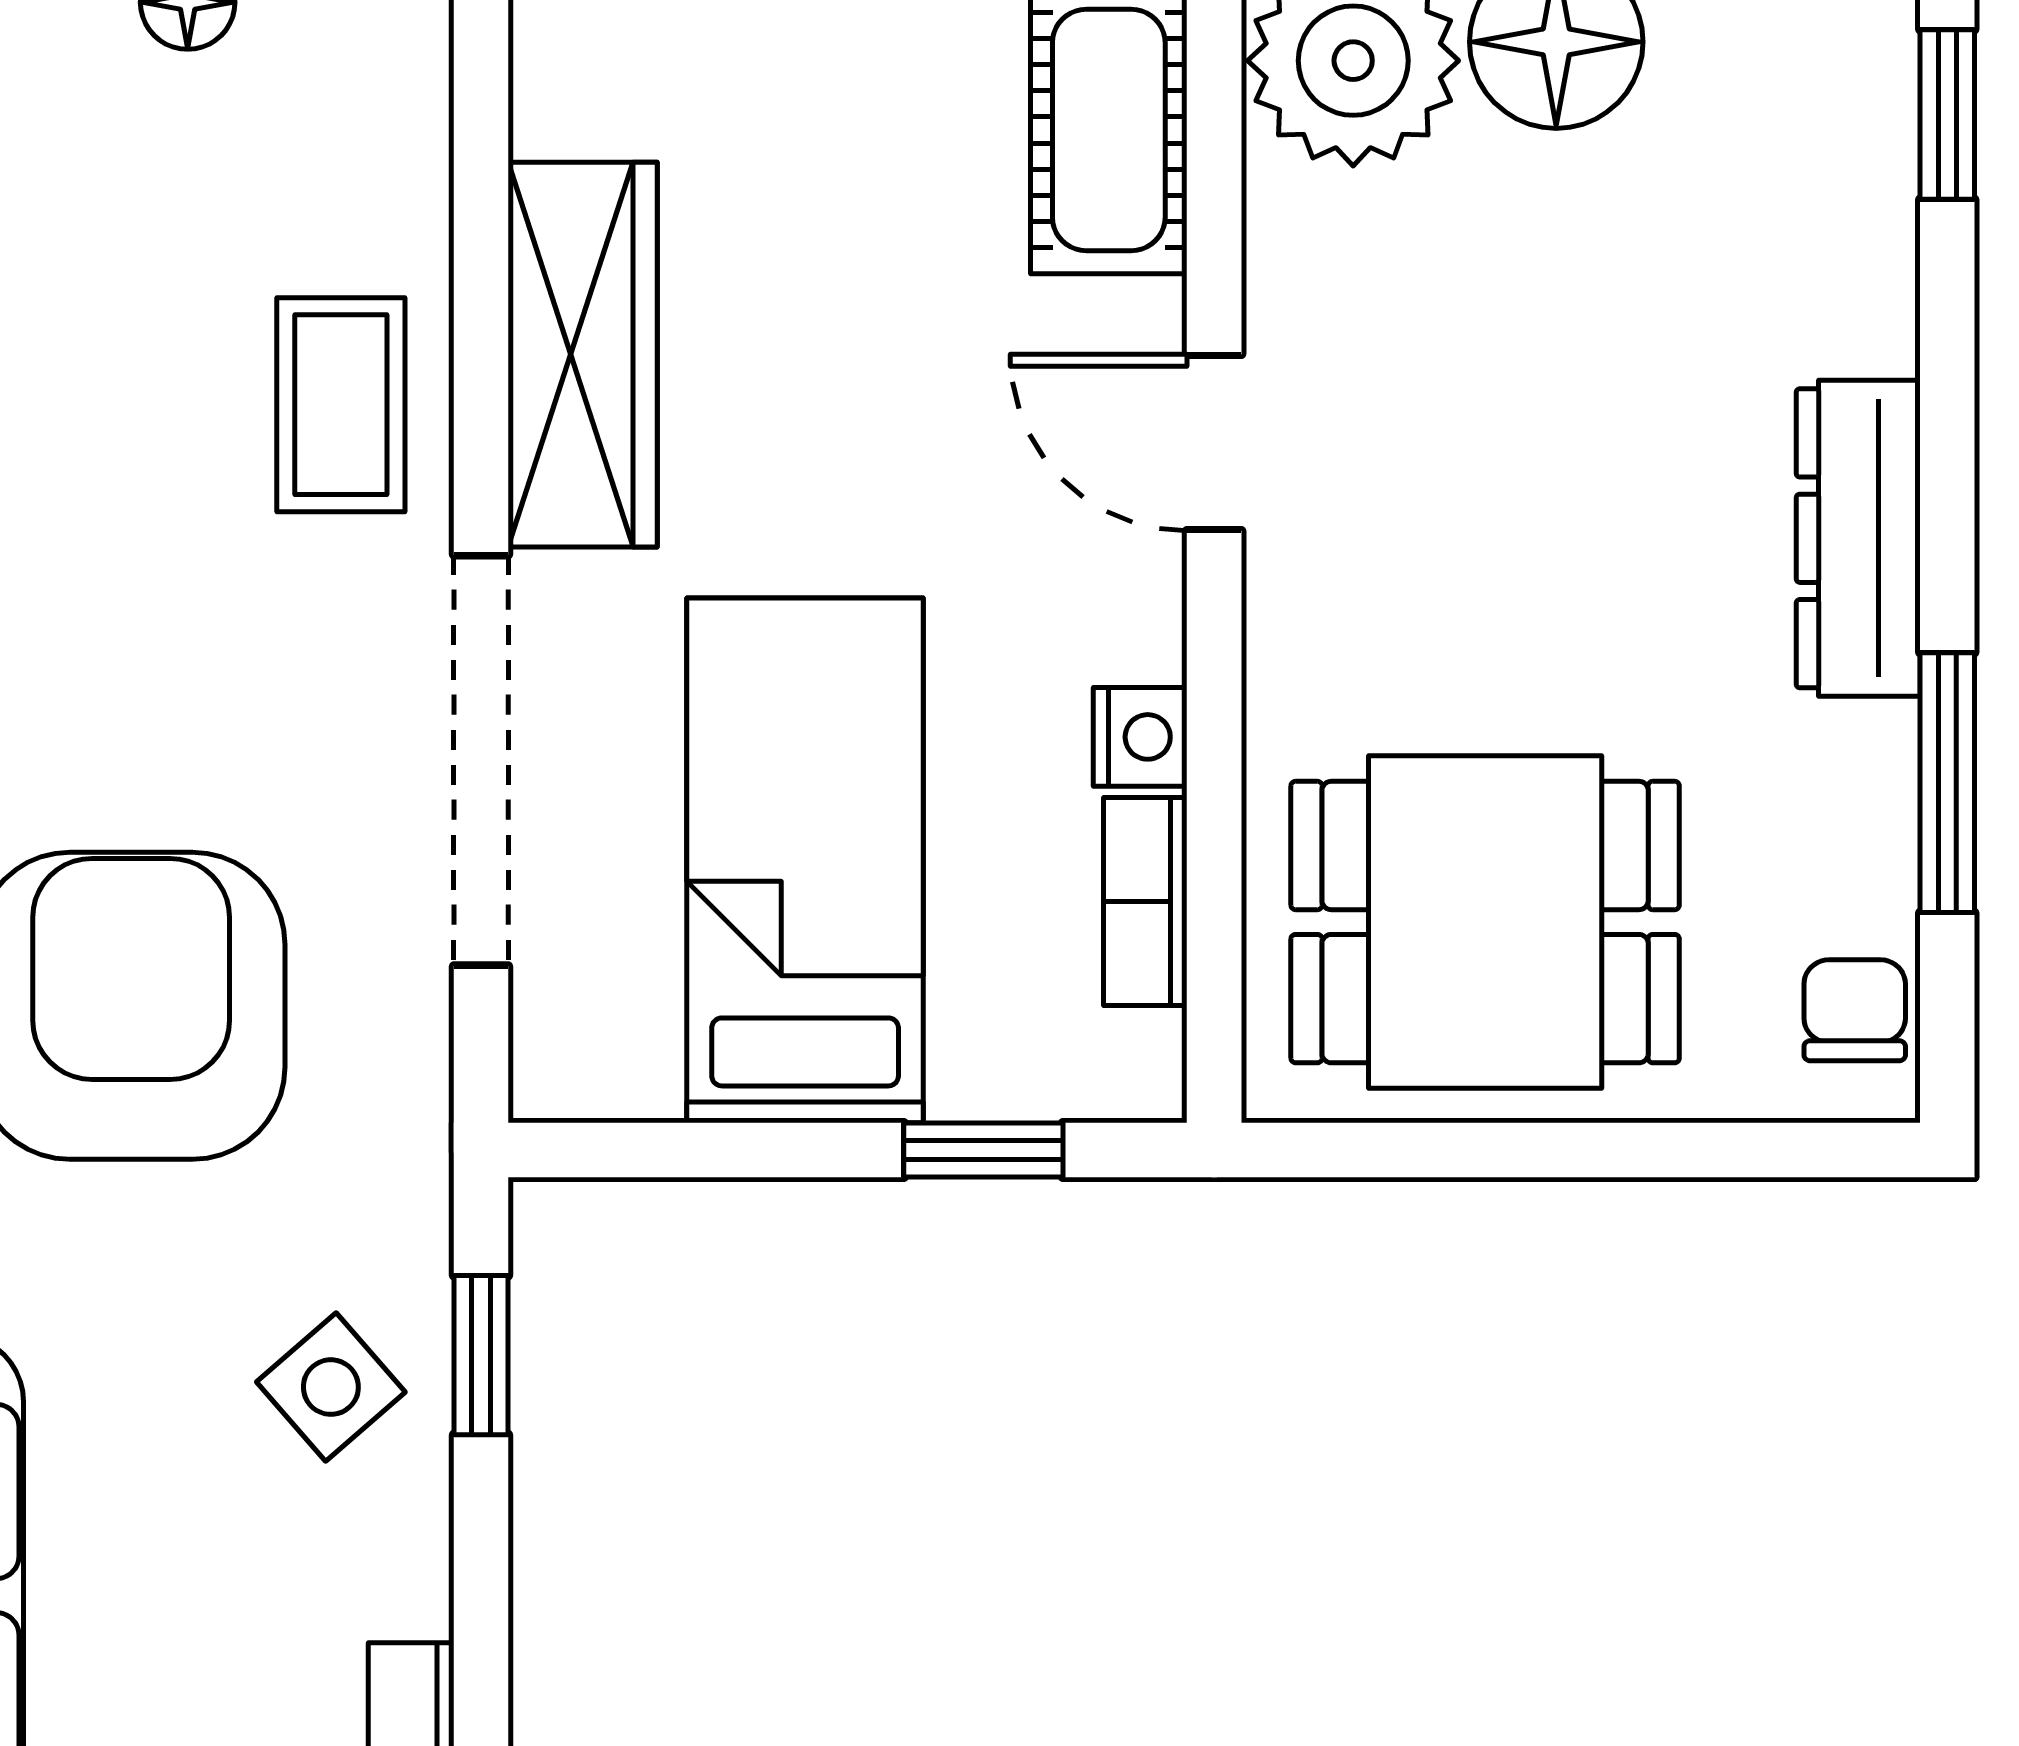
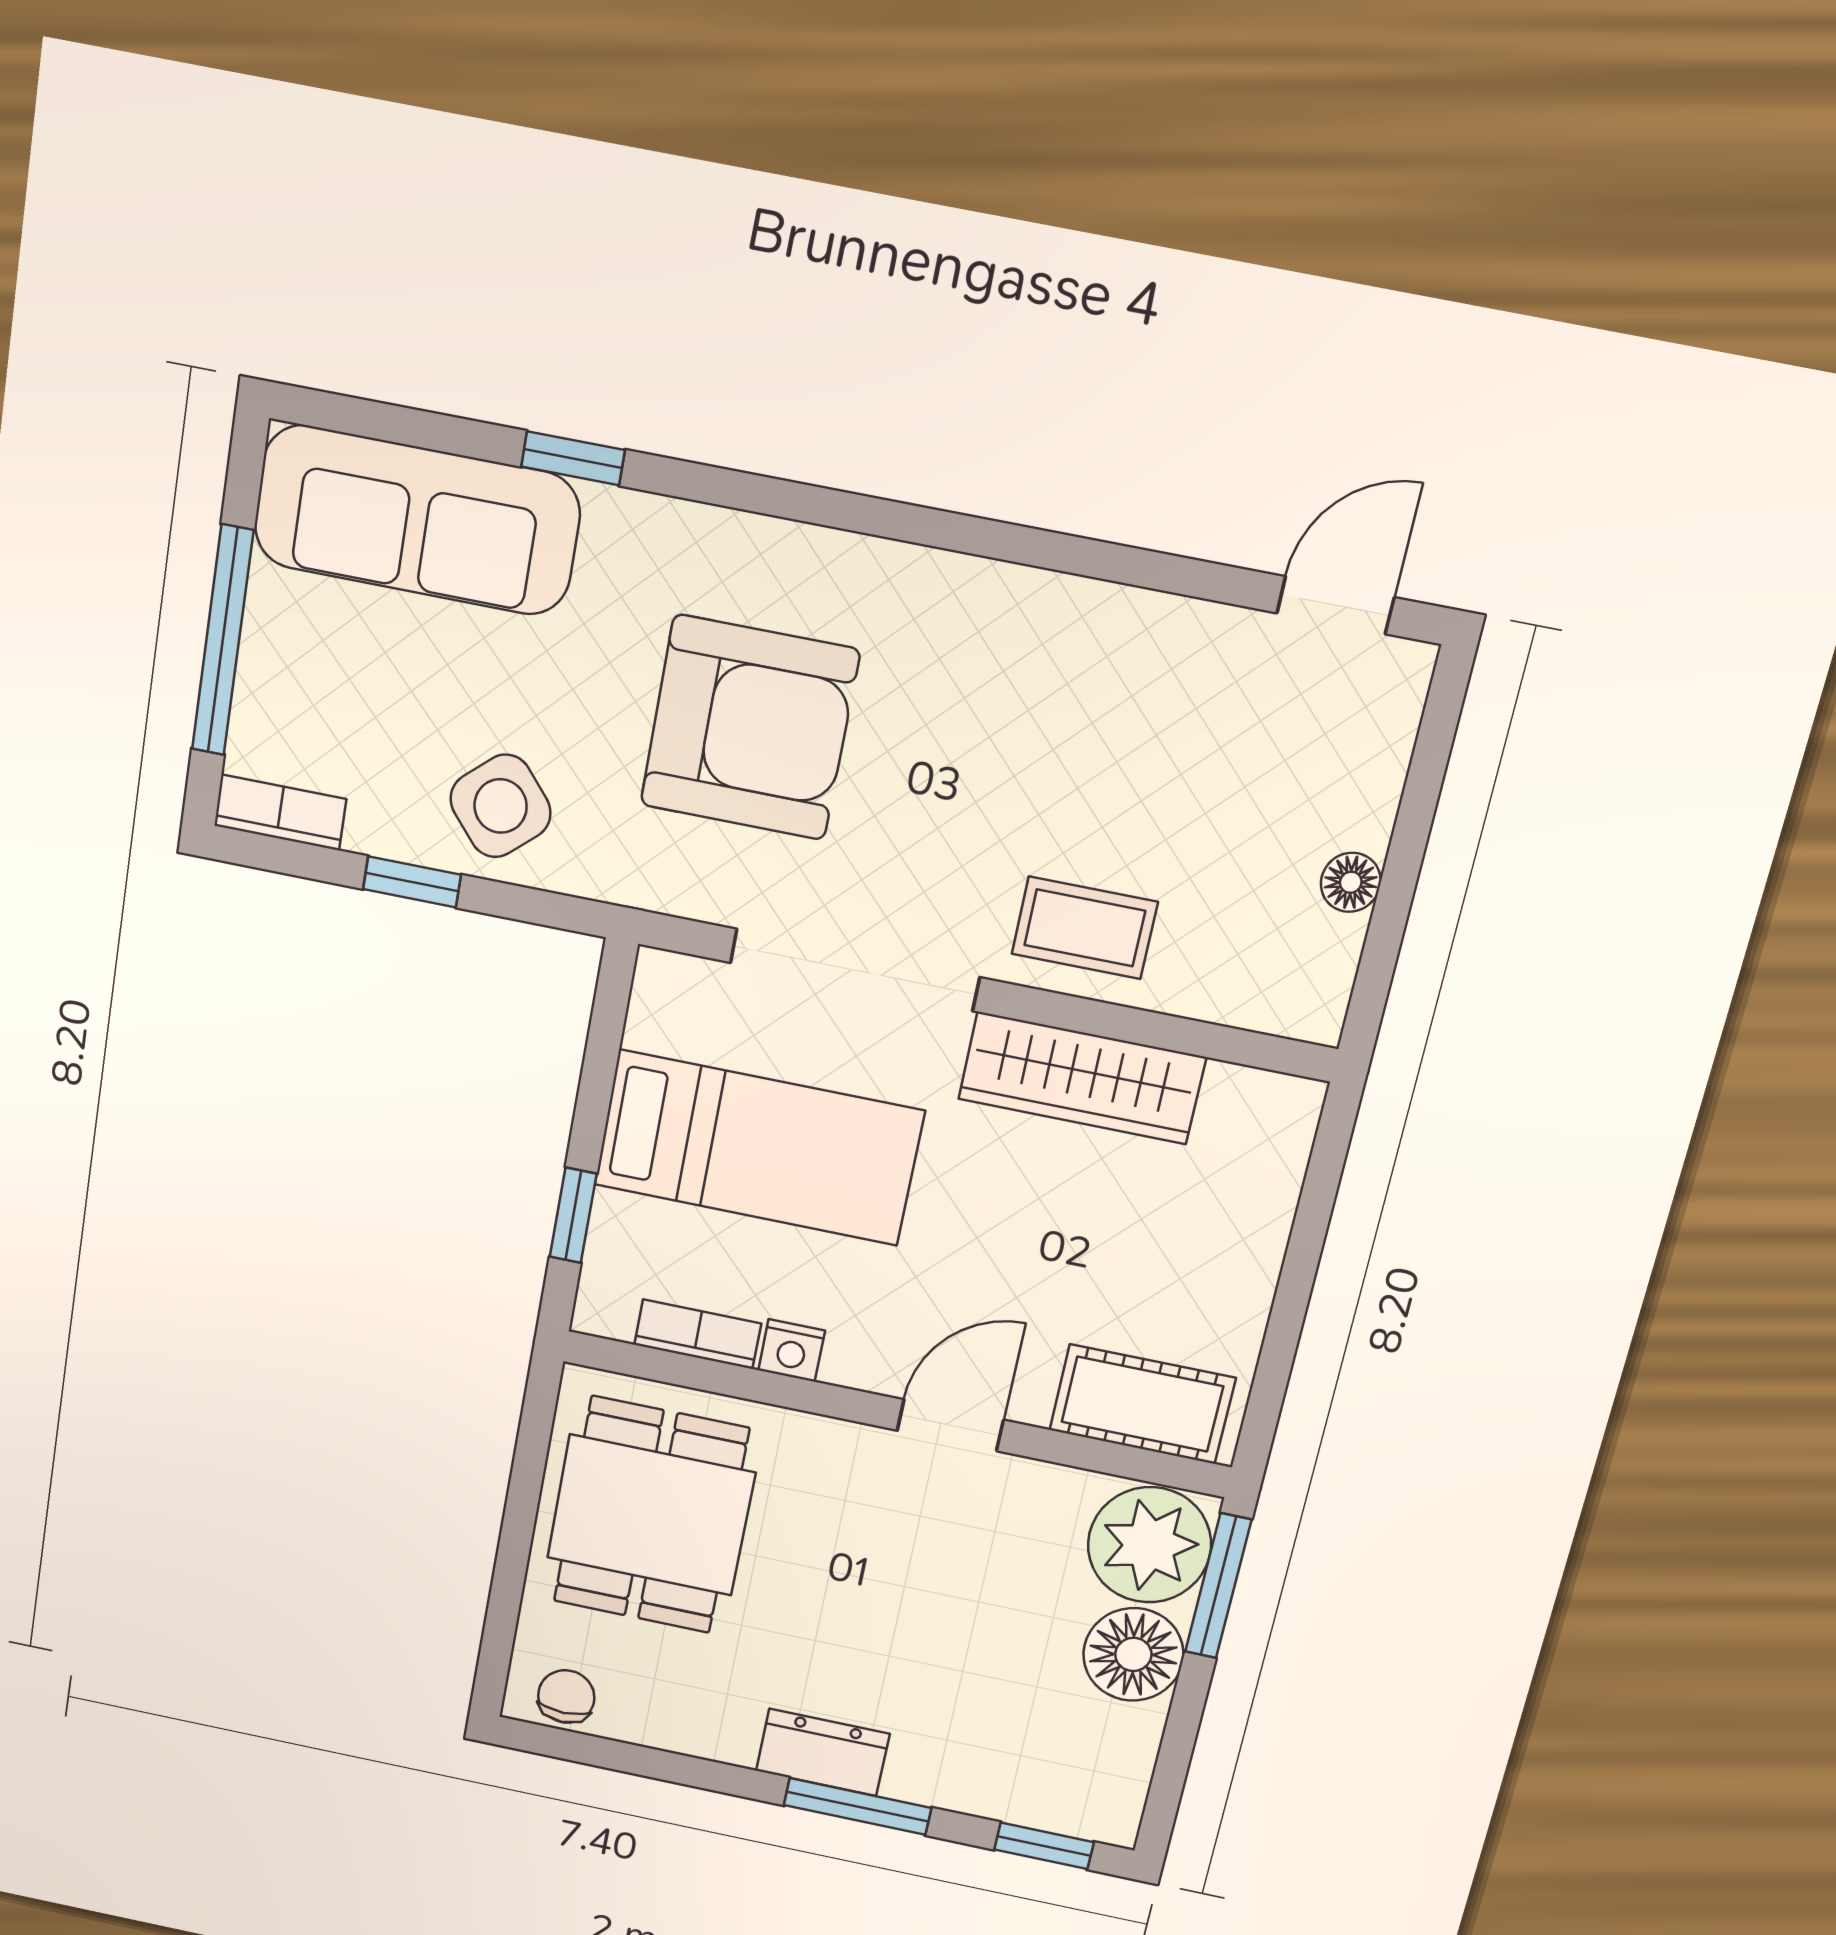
dresser: (1858, 538) -> (823, 1752), width x0.70
window: (1947, 783) -> (858, 1807), moved
chair: (1855, 1010) -> (566, 1697), turned -90
window: (481, 1355) -> (412, 882), moved
side table: (331, 1387) -> (501, 806), width x1.37, depth x1.37

